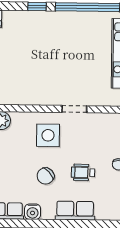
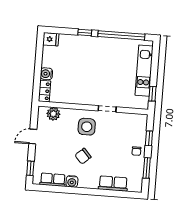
wheelchair: (83, 172) -> (110, 155), removed
row of seats: (75, 211) -> (113, 184), moved

